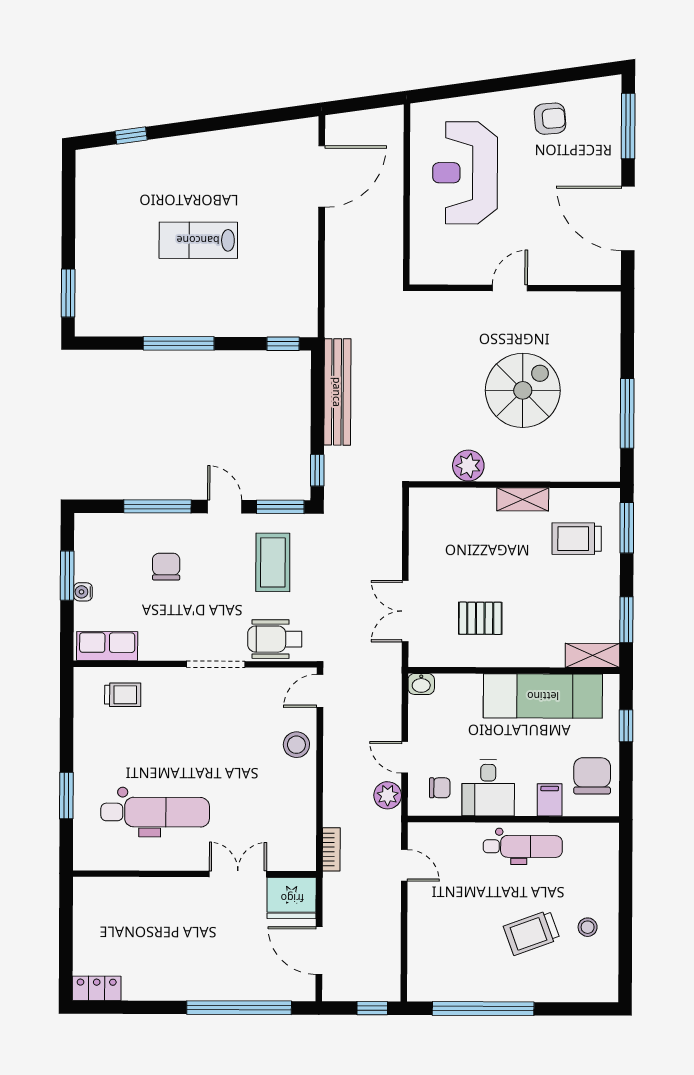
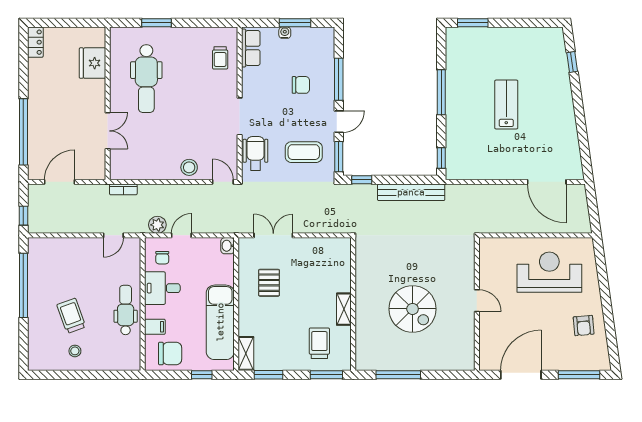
plant: (468, 466) -> (365, 275), removed
dental chair: (523, 846) -> (126, 310), turned 180
fridge: (292, 898) -> (93, 63), moved

